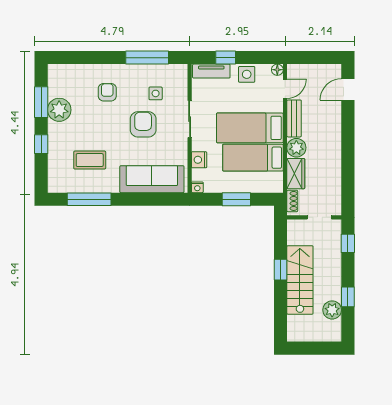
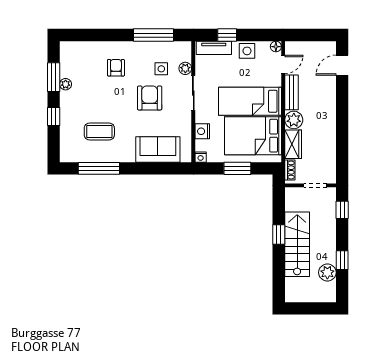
plant: (181, 93) -> (185, 68), added
plant: (59, 110) -> (66, 84), width x0.53, depth x0.53
bed: (253, 158) -> (253, 136), width x1.50
sofa: (152, 179) -> (158, 150), width x0.73

